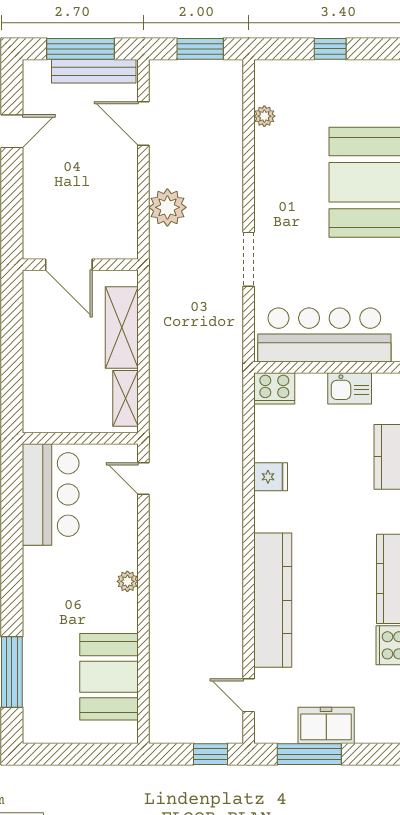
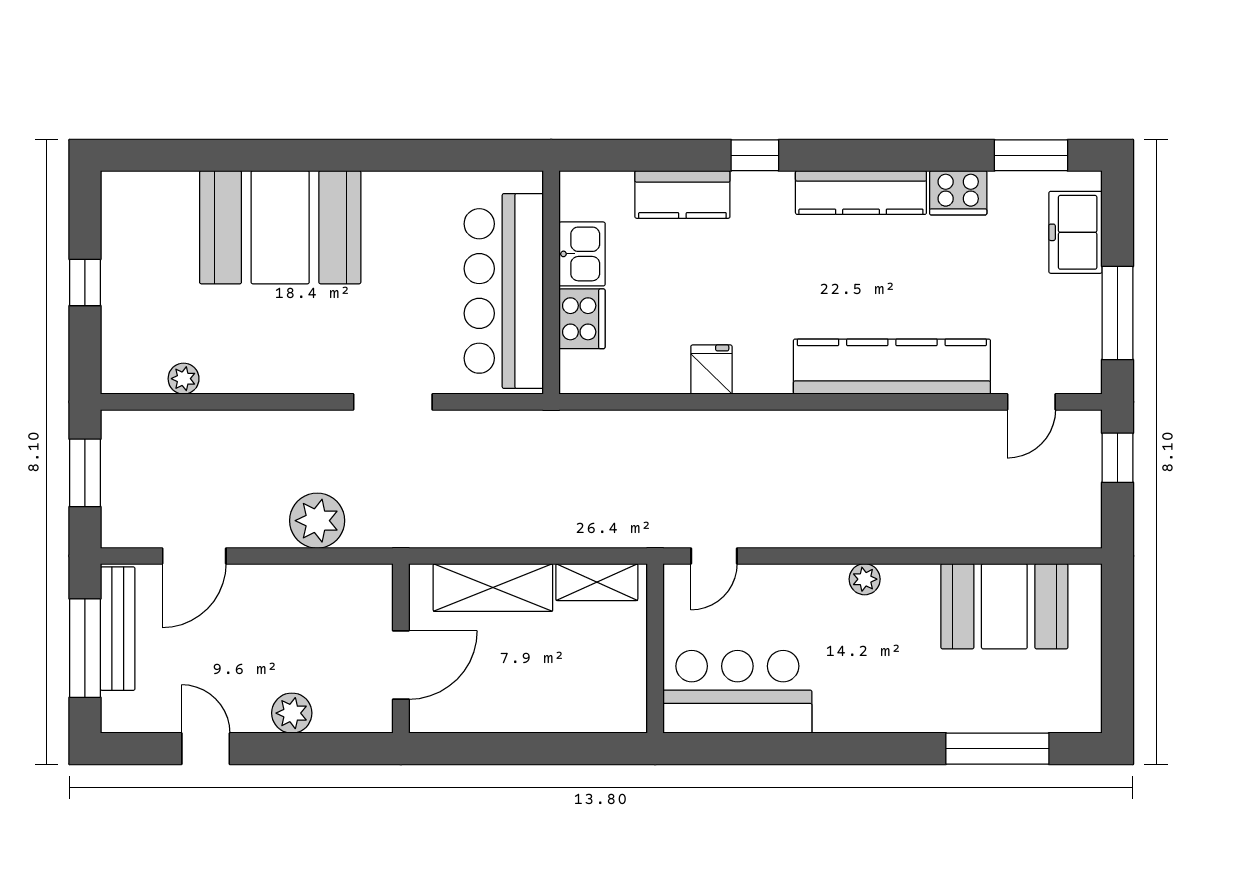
plant: (36, 190) -> (292, 713), added
cooker: (274, 388) -> (582, 319), moved
freezer: (326, 725) -> (1075, 232), moved

